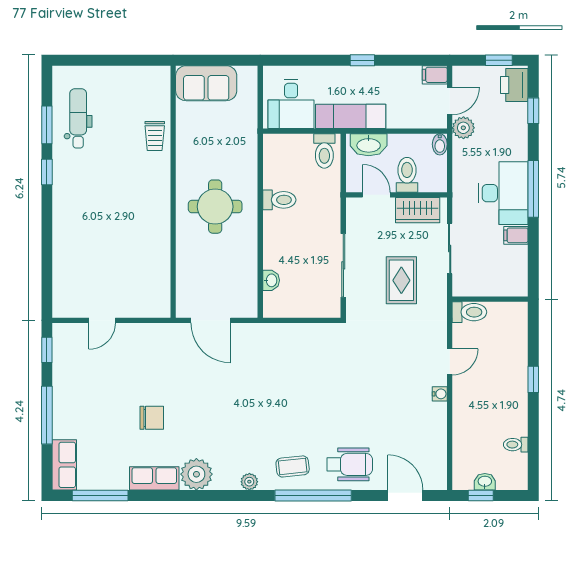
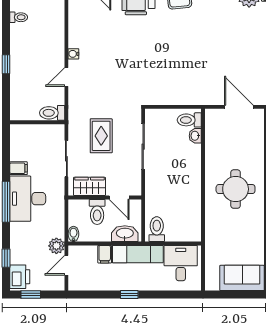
filing cabinet: (435, 75) -> (105, 254), moved, turned 90
toilet: (279, 200) -> (189, 120), moved

